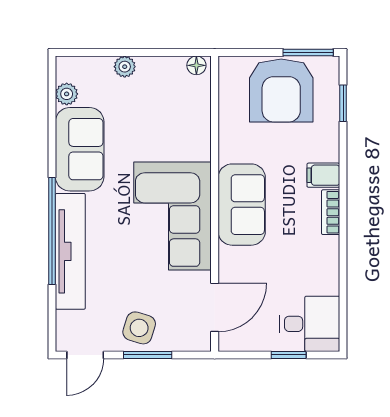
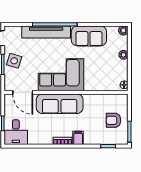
armchair: (281, 90) -> (114, 120), width x0.53, depth x0.53
plant: (67, 94) -> (123, 30), moved
sofa: (242, 205) -> (60, 104), width x1.36

